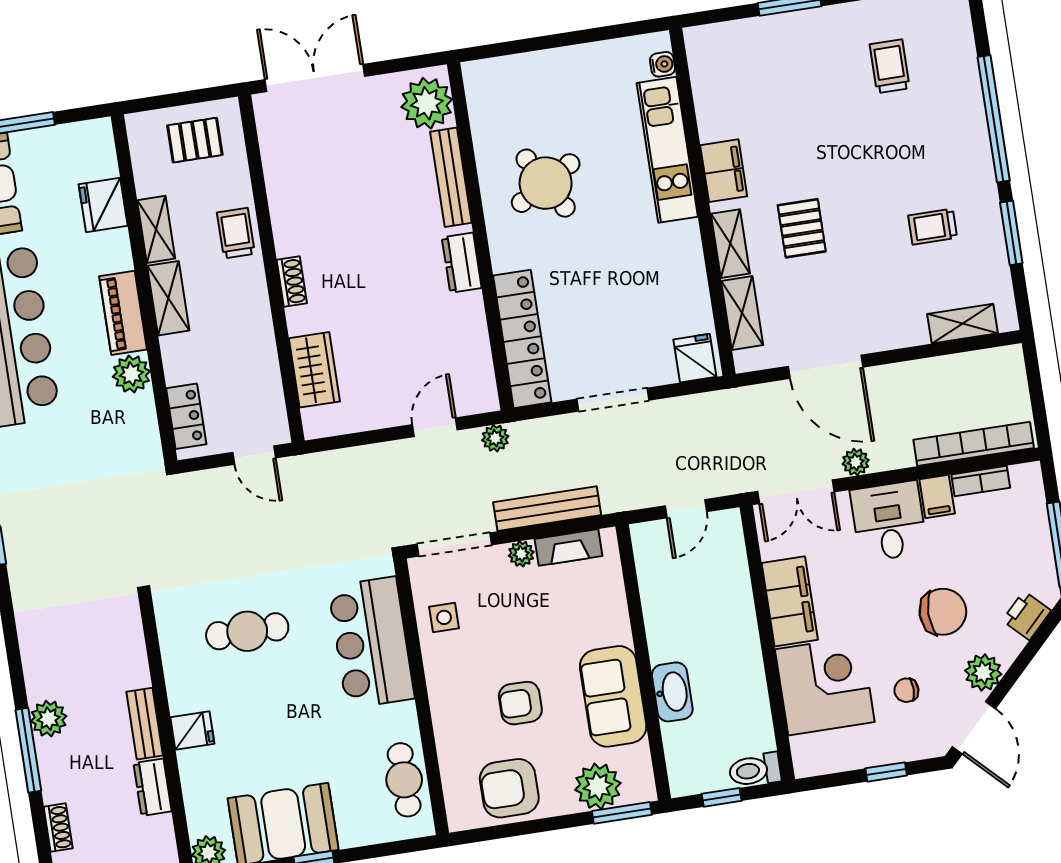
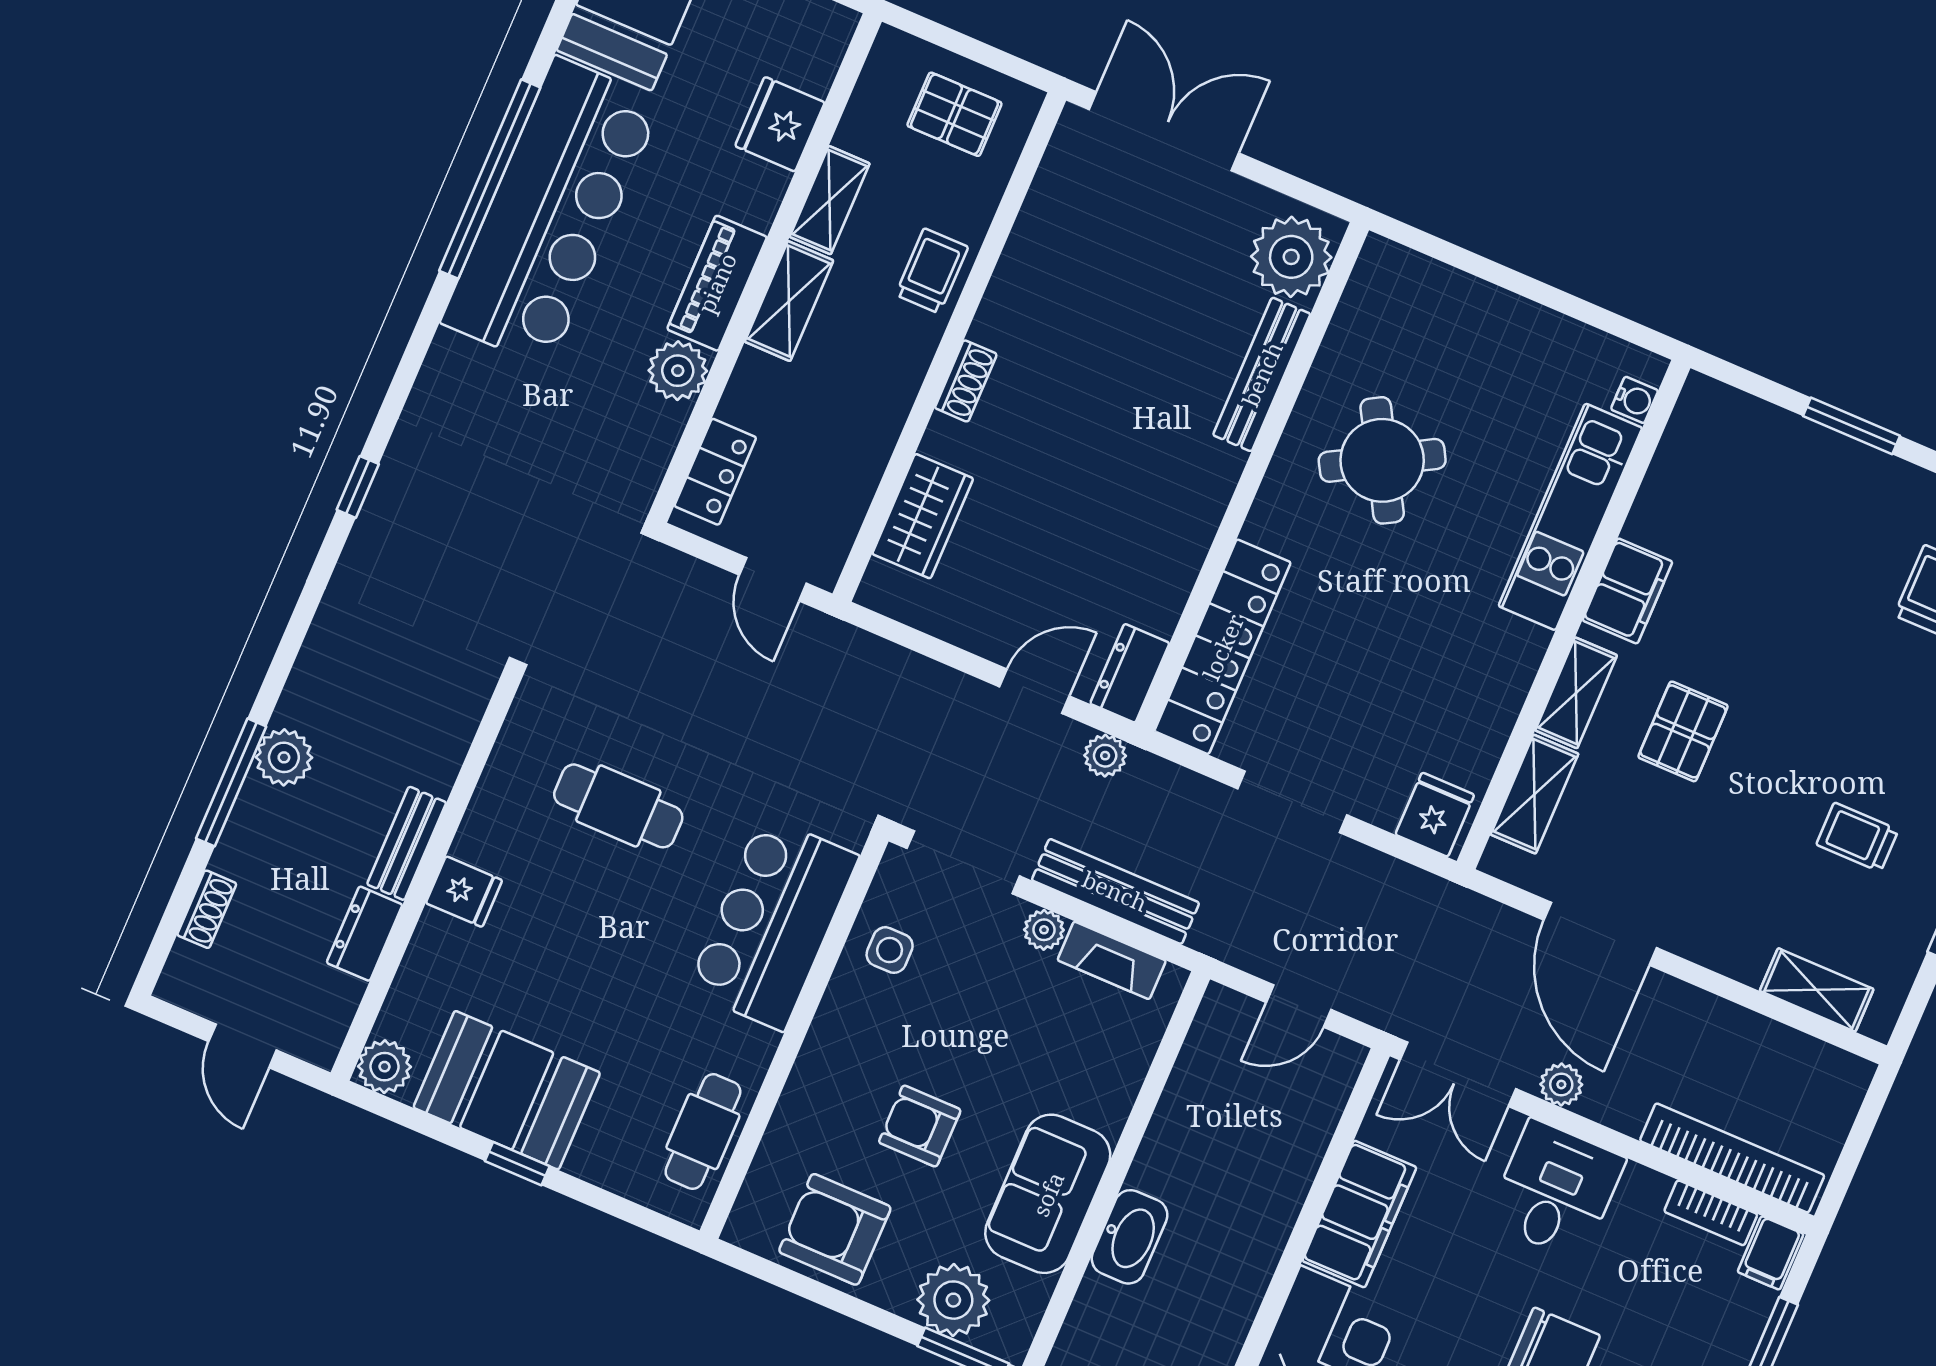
dresser: (462, 263) -> (1130, 673), moved
filing cabinet: (937, 496) -> (1771, 1253), moved

